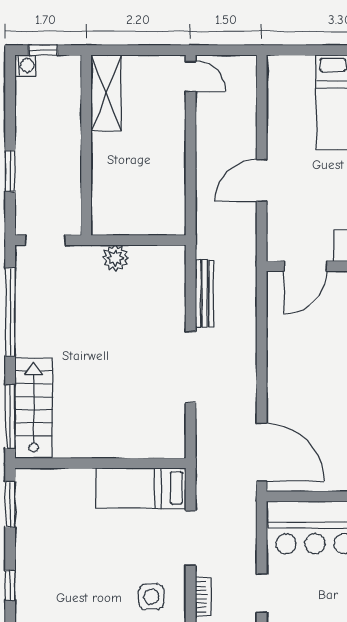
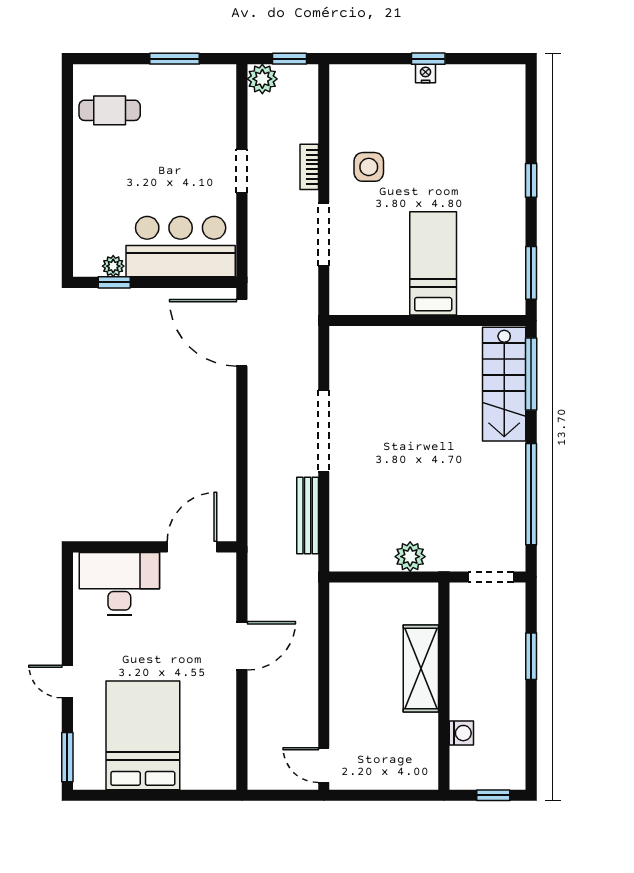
washing machine: (25, 65) -> (461, 733), moved, turned 180
shelving: (106, 93) -> (421, 669), moved
bed: (141, 488) -> (433, 263), moved, turned -90

